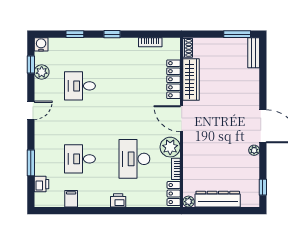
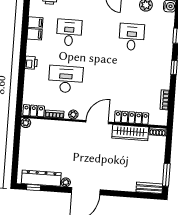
plant: (170, 147) -> (73, 115), width x0.53, depth x0.53
filing cabinet: (85, 199) -> (35, 34), added
dresser: (218, 199) -> (41, 178), moved, turned -90

